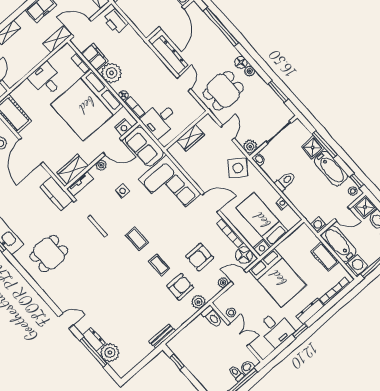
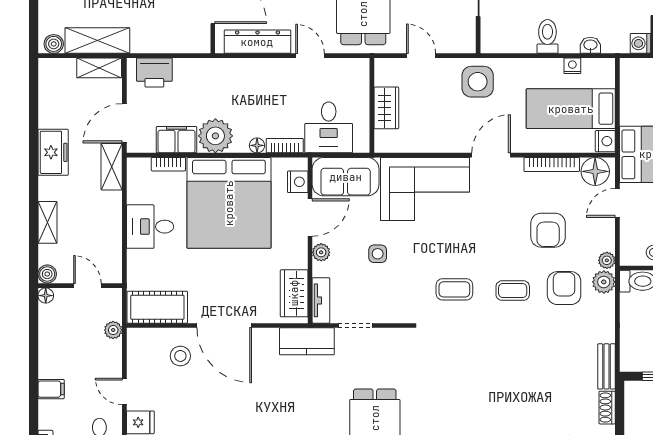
plant: (250, 147) -> (464, 42), removed
washbasin: (259, 159) -> (590, 45), moved
side table: (238, 168) -> (478, 82), turned -36
plant: (223, 283) -> (607, 260), moved
shoe rack: (144, 352) -> (607, 408), added

